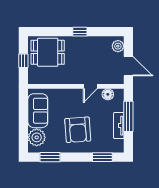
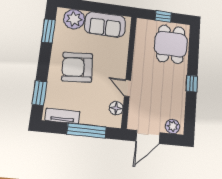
tv unit: (119, 126) -> (63, 116), moved

